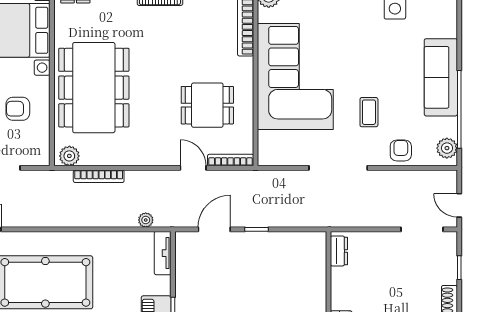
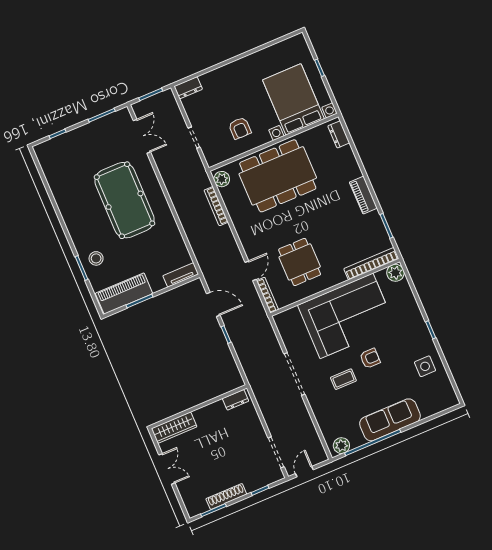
armchair: (18, 109) -> (240, 128), turned 180
armchair: (401, 150) -> (370, 358), moved
plant: (146, 220) -> (199, 253), removed

